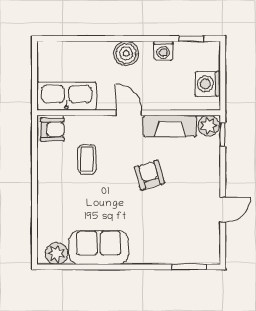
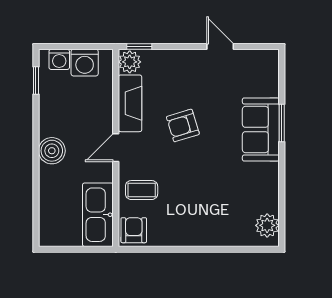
washing machine: (163, 51) -> (59, 59), moved, turned 90
coffee table: (87, 159) -> (142, 190), moved
sofa: (99, 248) -> (261, 130), moved
window: (189, 267) -> (282, 123), moved

